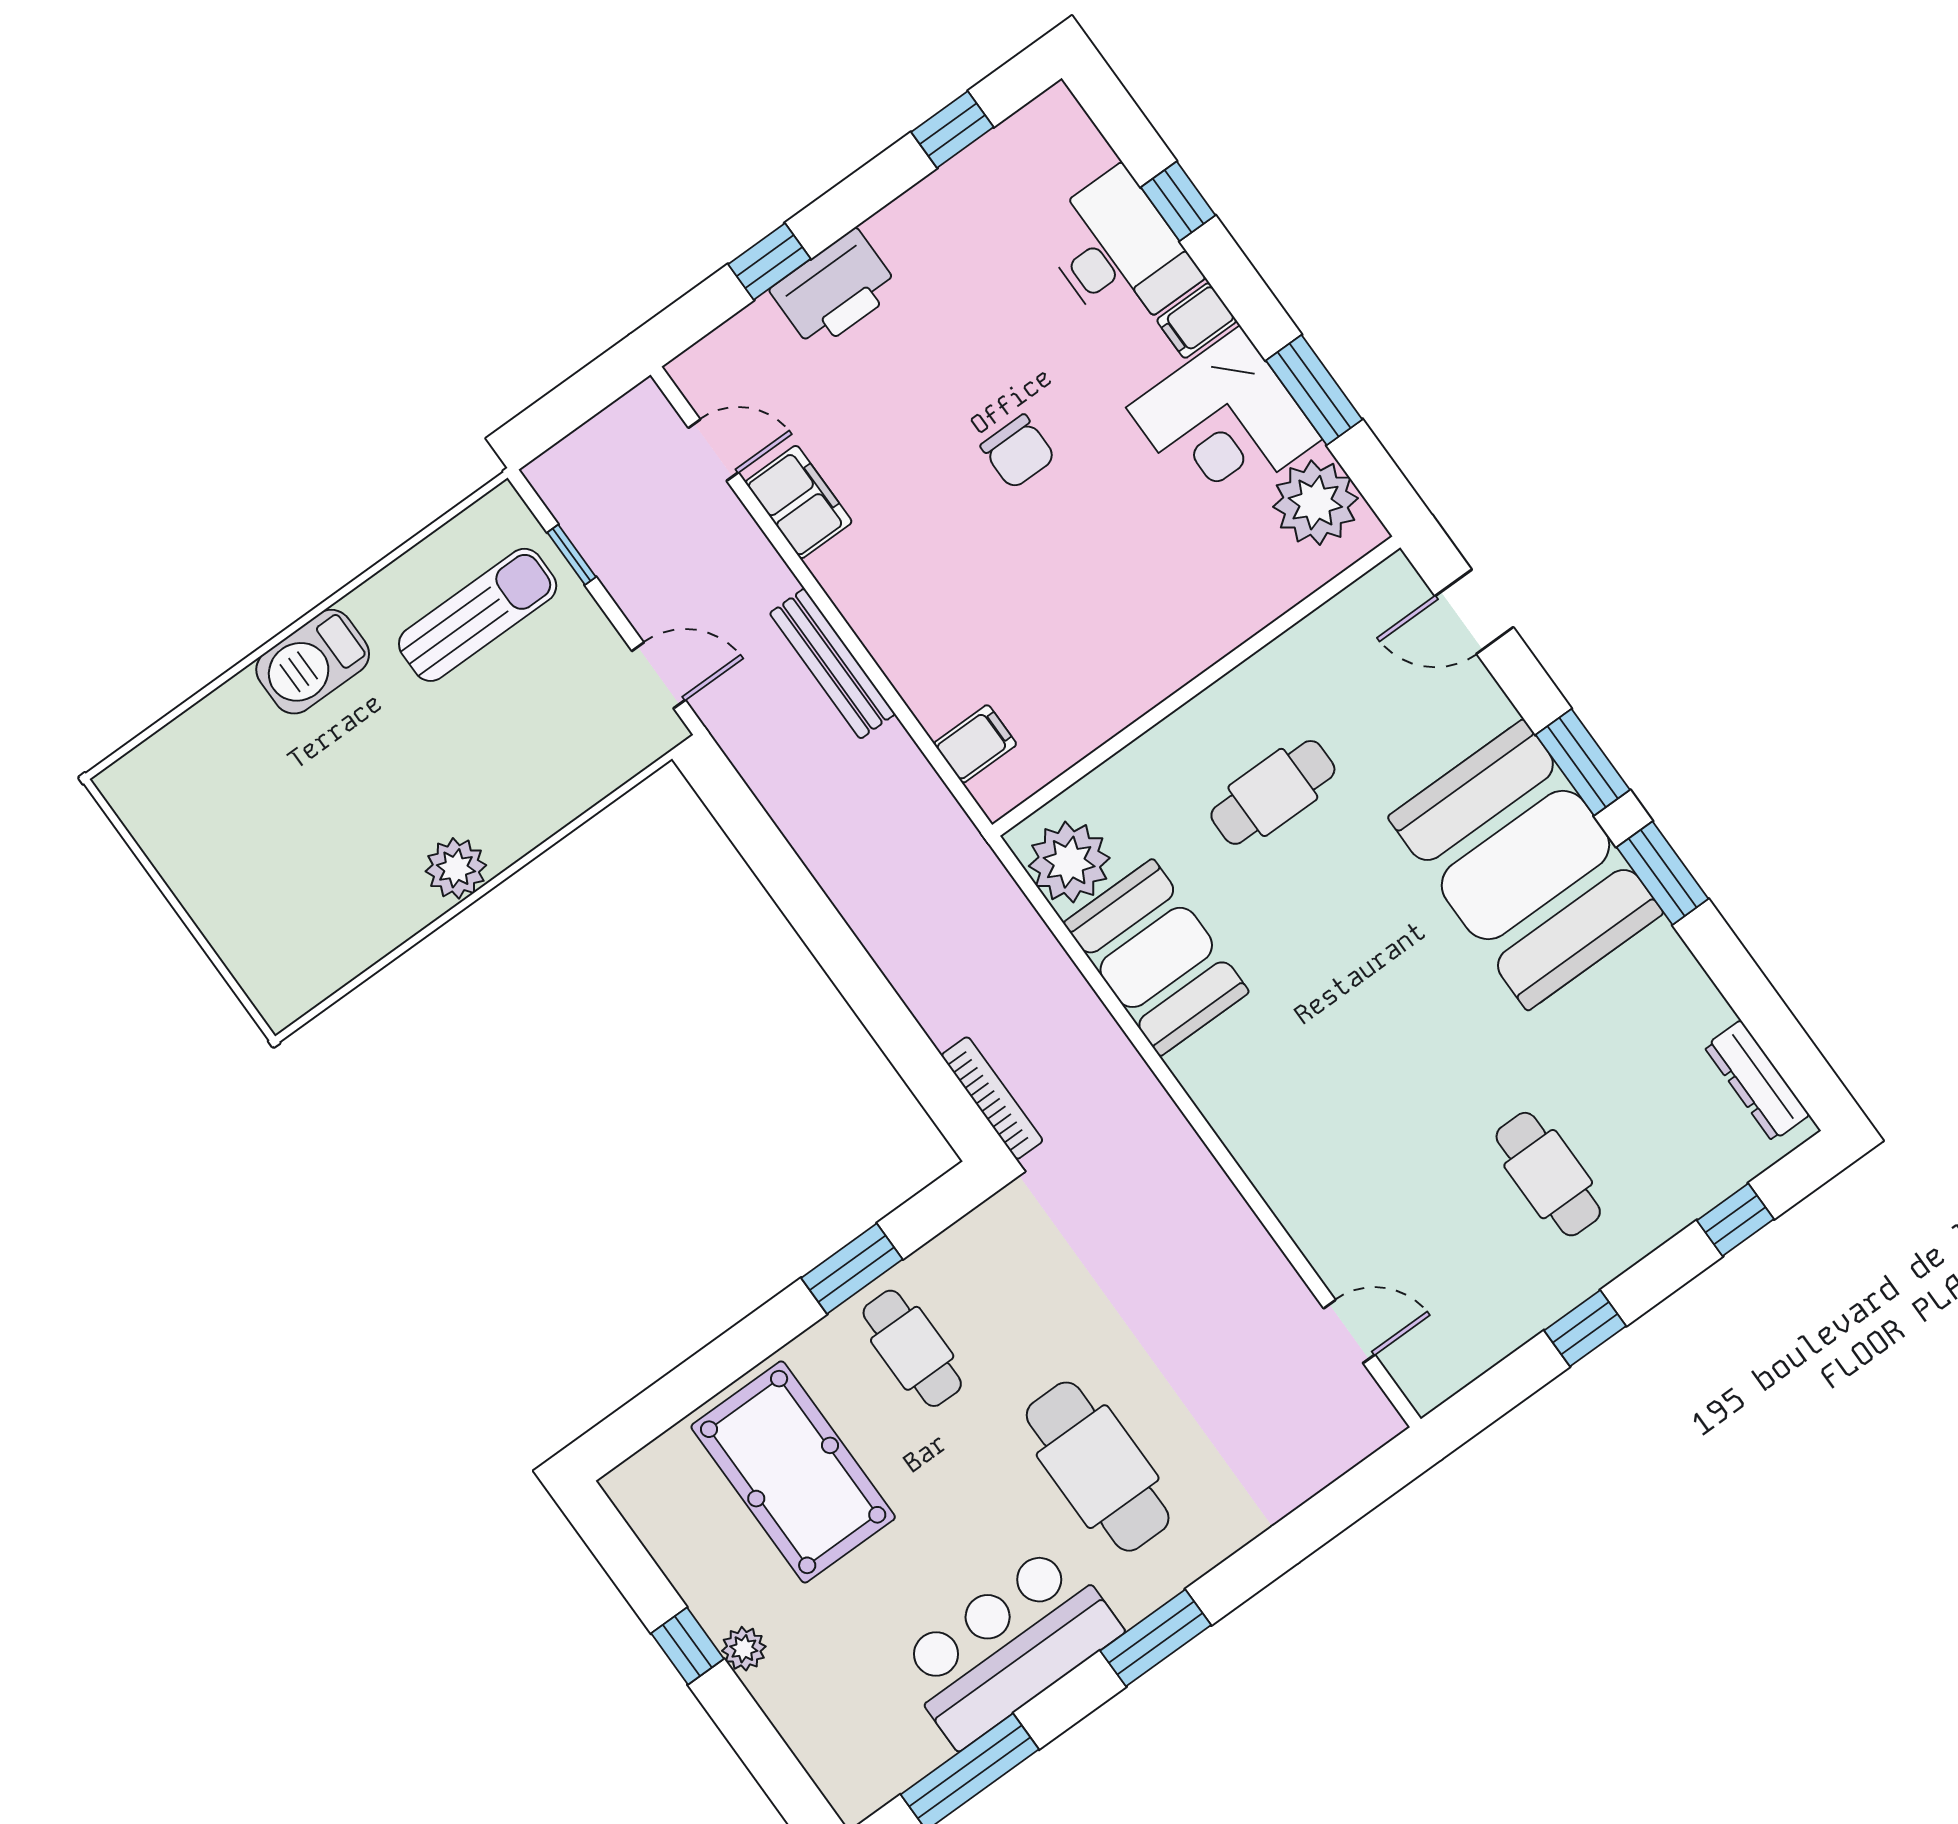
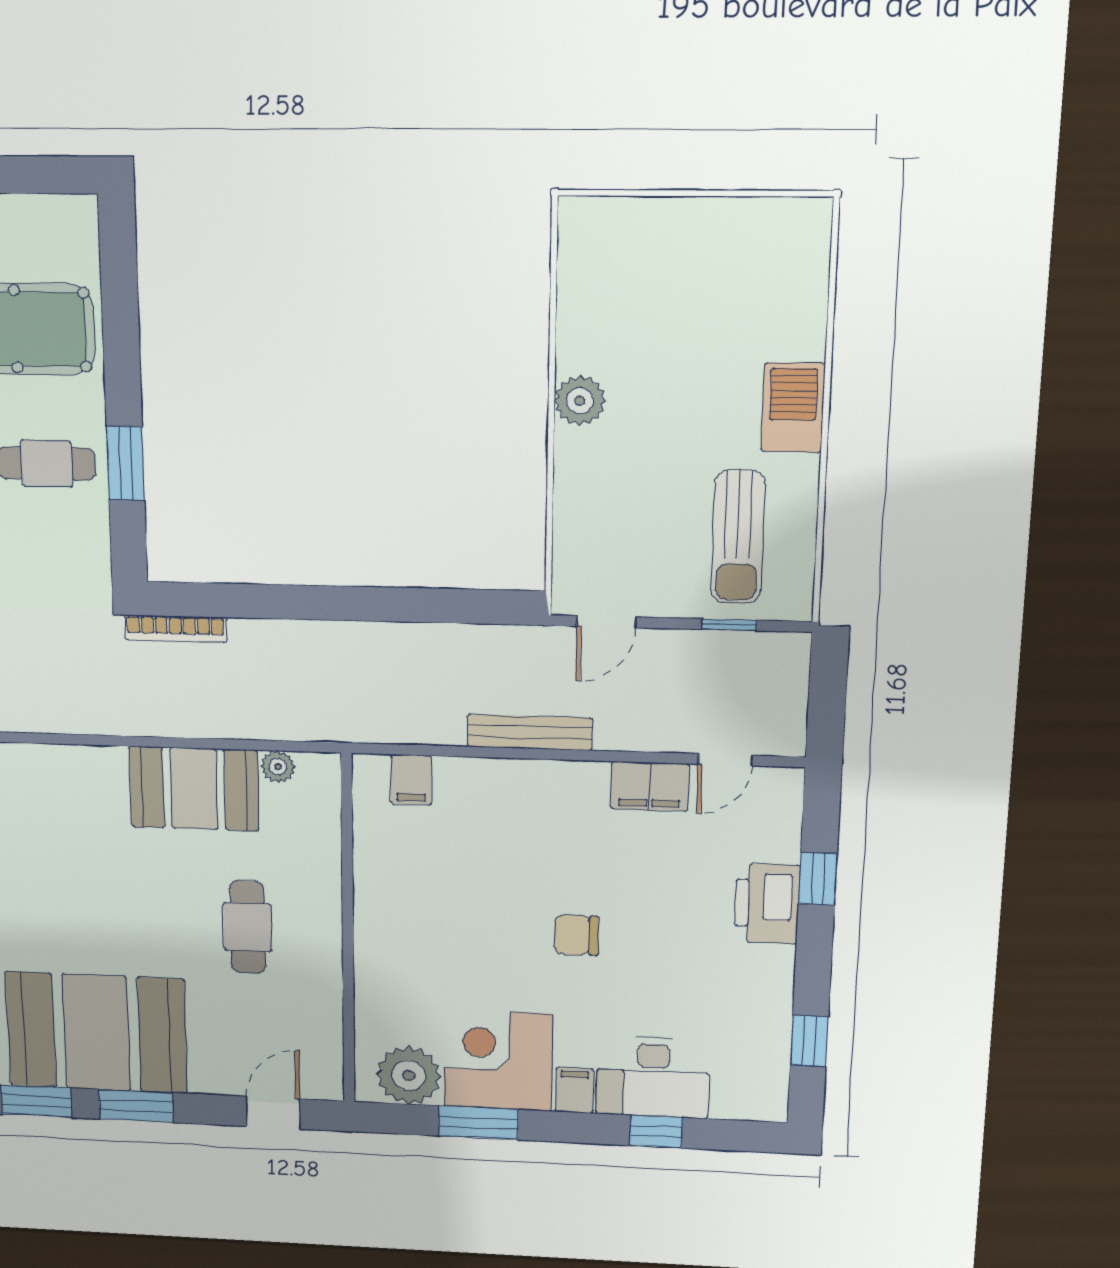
plant: (1069, 862) -> (278, 767), width x0.53, depth x0.53

